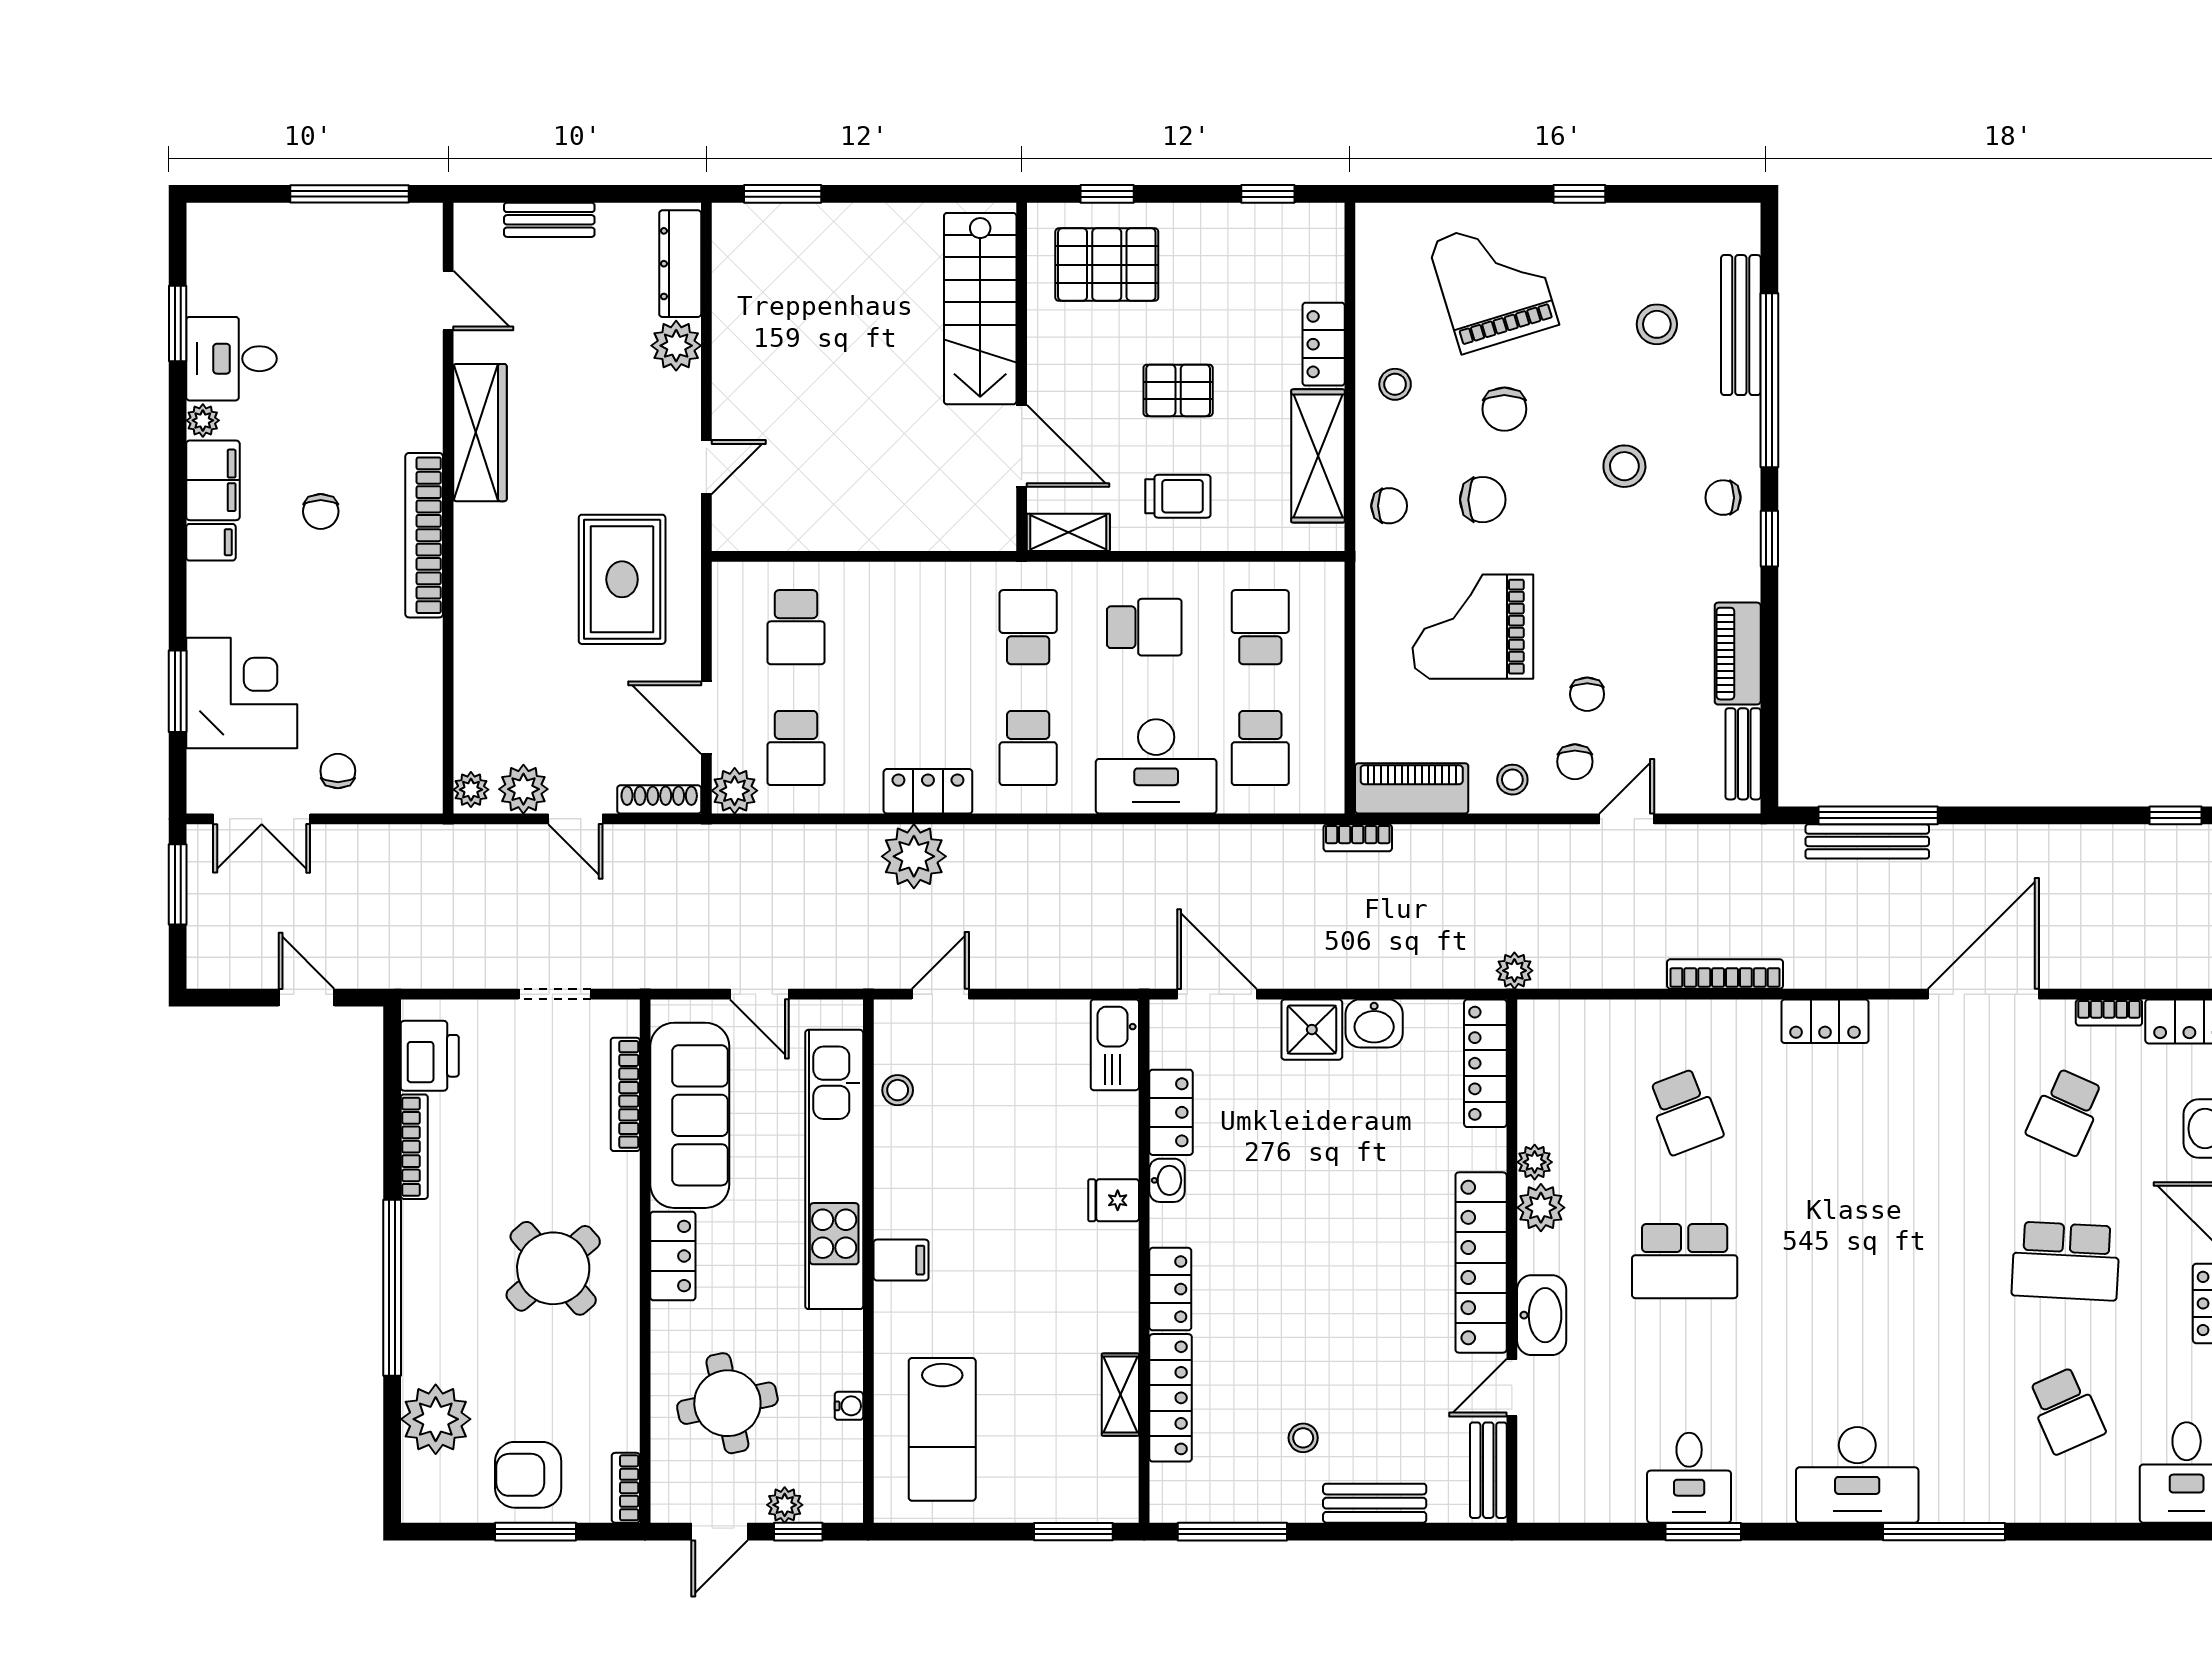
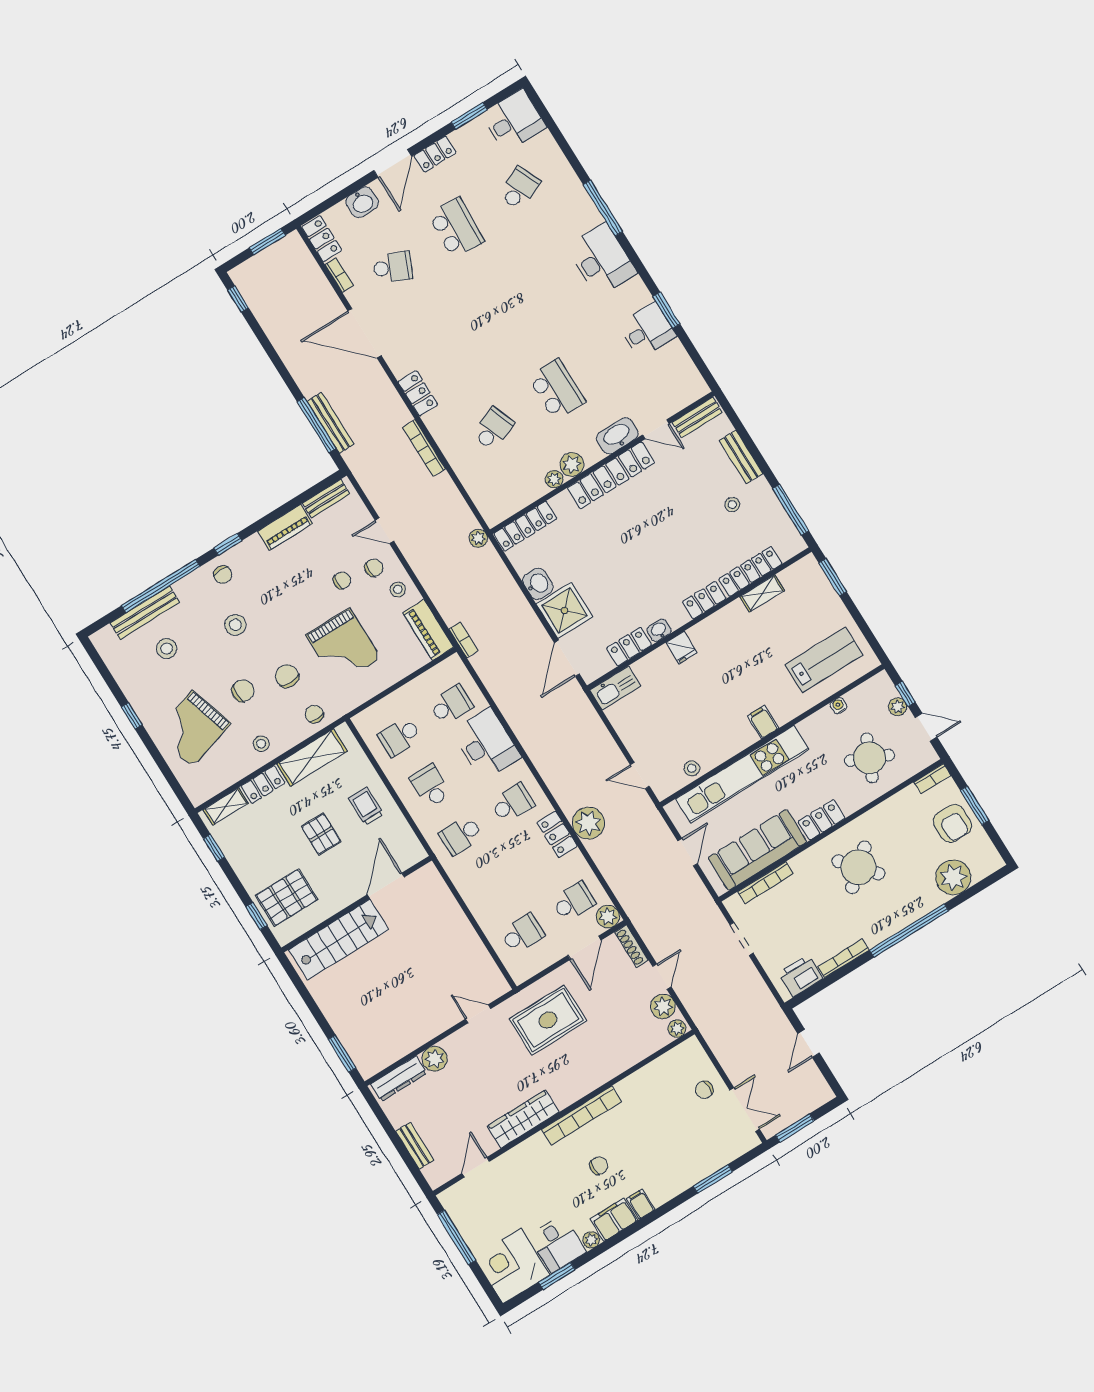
pallet: (1107, 265) -> (287, 898), turned 90
shelving: (1068, 532) -> (226, 806), moved, turned 90
corner desk: (242, 693) -> (512, 1266), moved
shower: (1312, 1030) -> (564, 610), width x1.36, depth x1.36
round table: (727, 1403) -> (870, 758), turned 36

